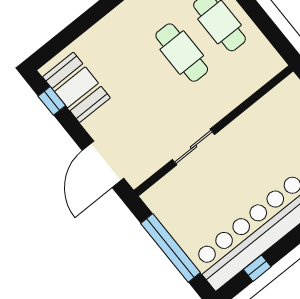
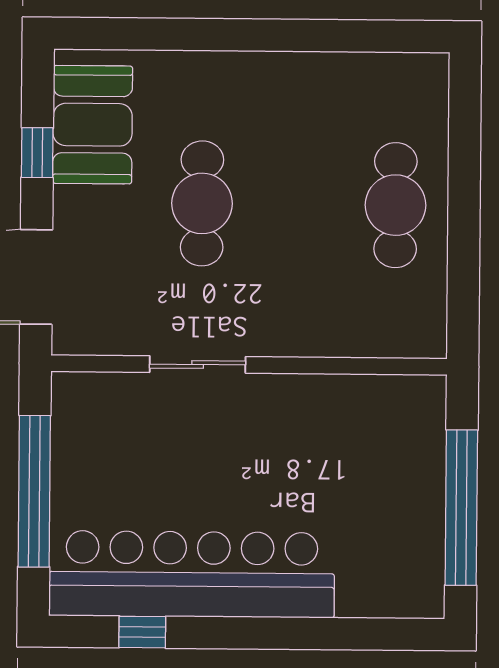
cafe table: (182, 53) -> (202, 203), moved
window: (52, 101) -> (37, 153), moved

